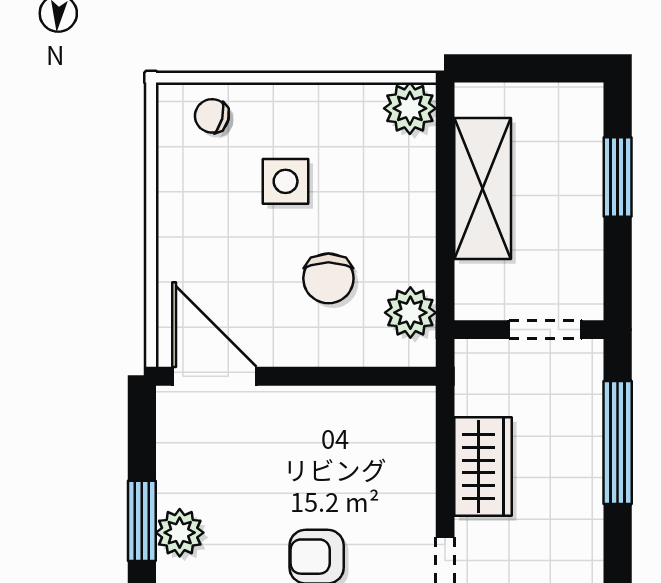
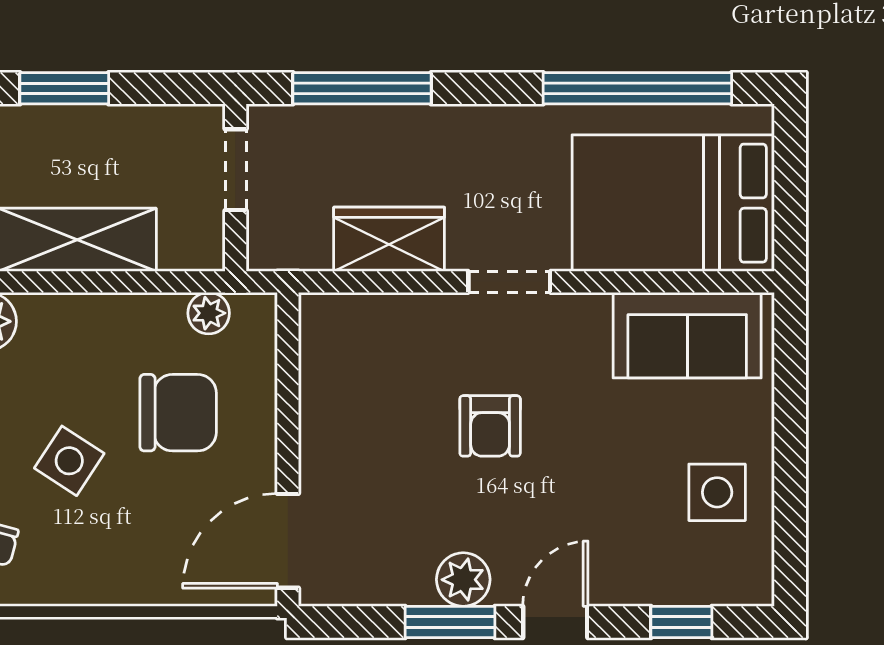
side table: (286, 181) -> (69, 461), turned 33
chair: (328, 278) -> (178, 413), width x1.37, depth x1.37
plant: (410, 313) -> (209, 313), width x0.73, depth x0.73

